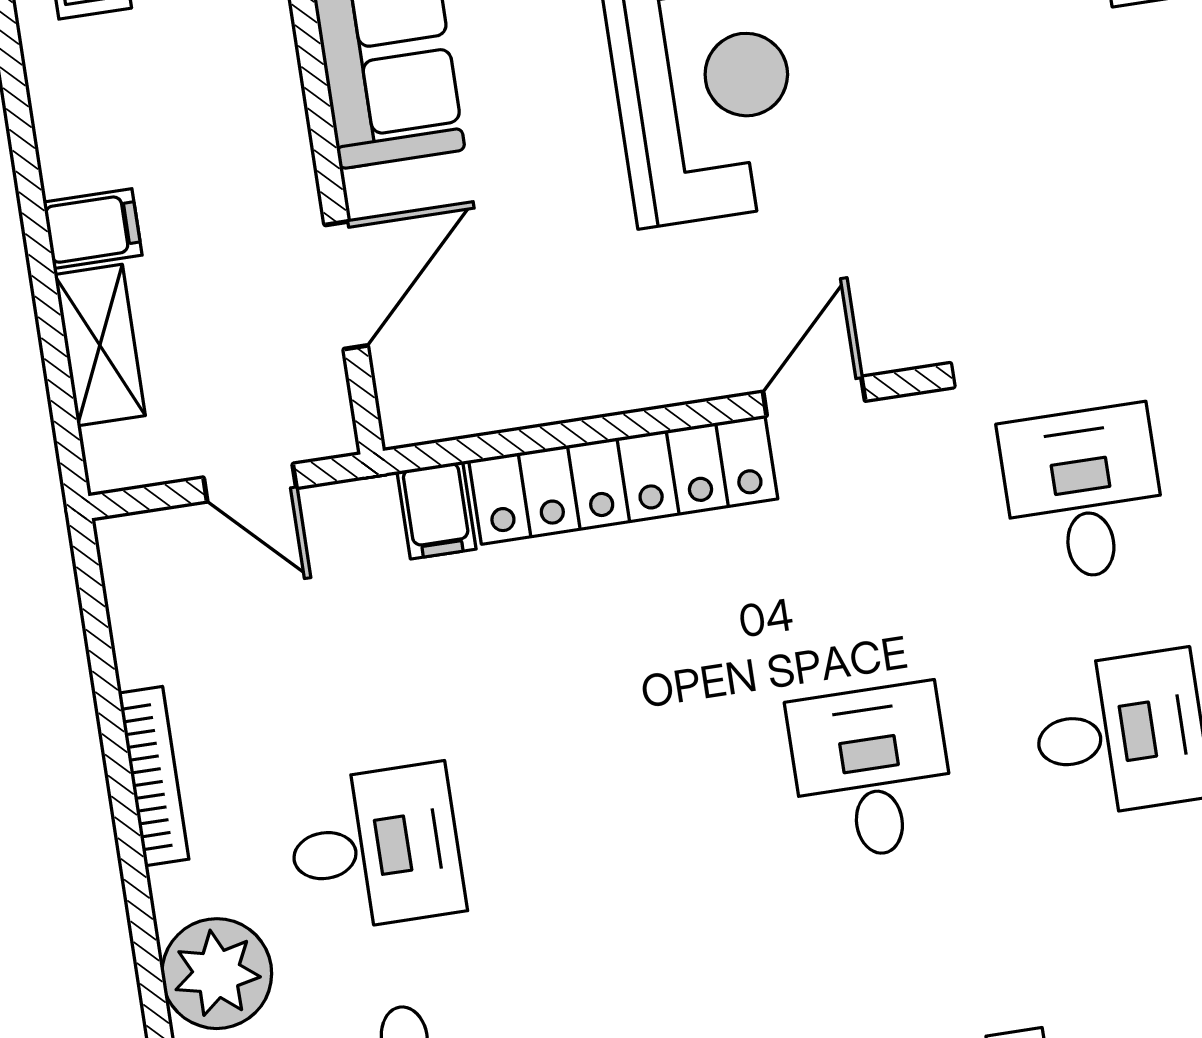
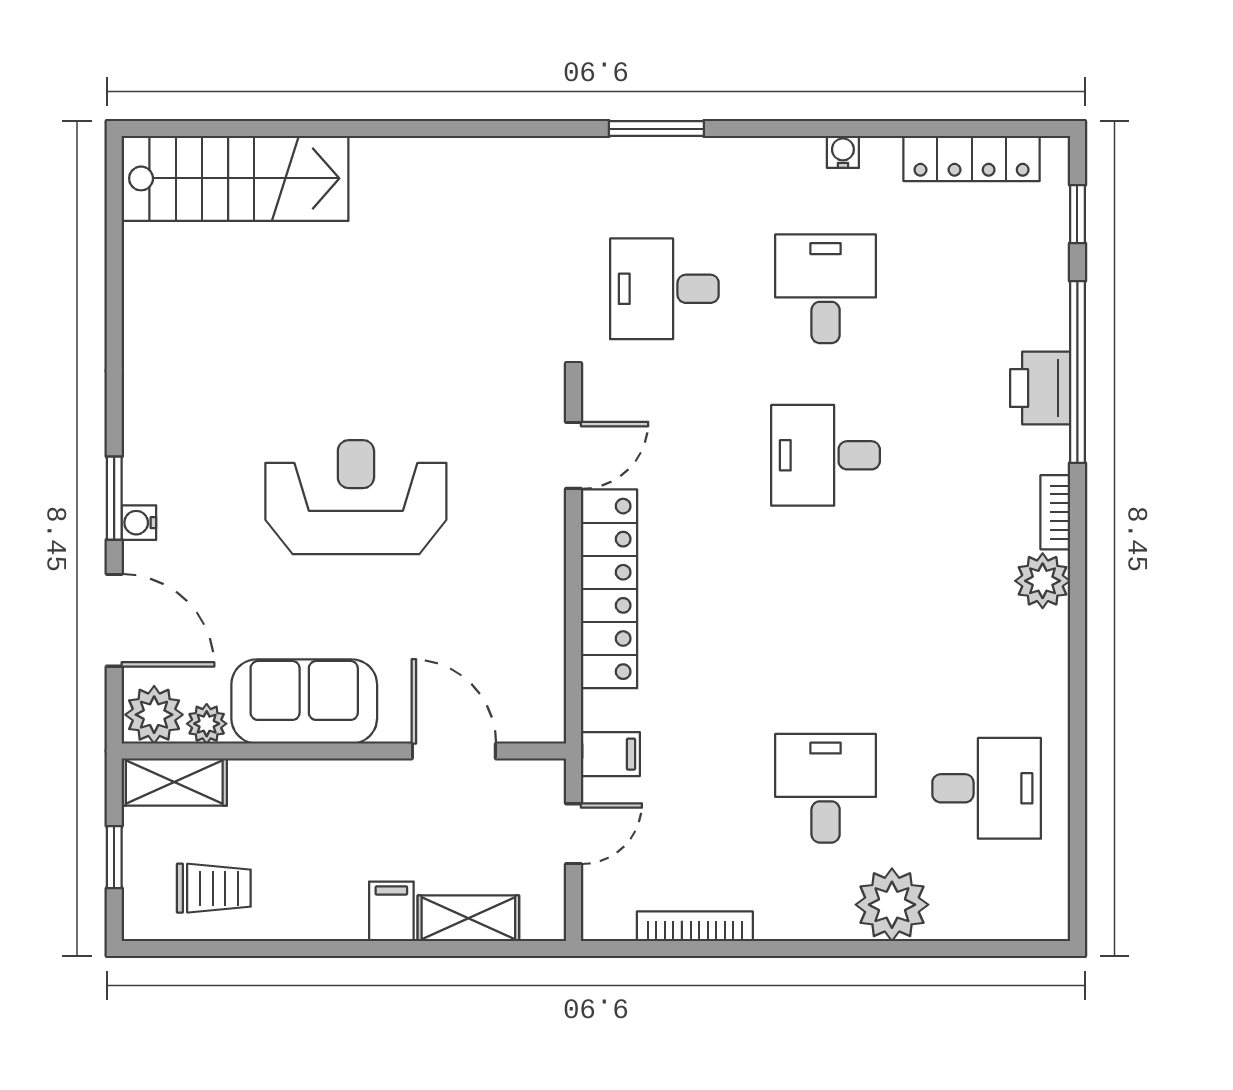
door: (814, 396) -> (574, 455), swing flipped
filing cabinet: (437, 510) -> (610, 754), moved
bookcase: (154, 776) -> (695, 926), moved

